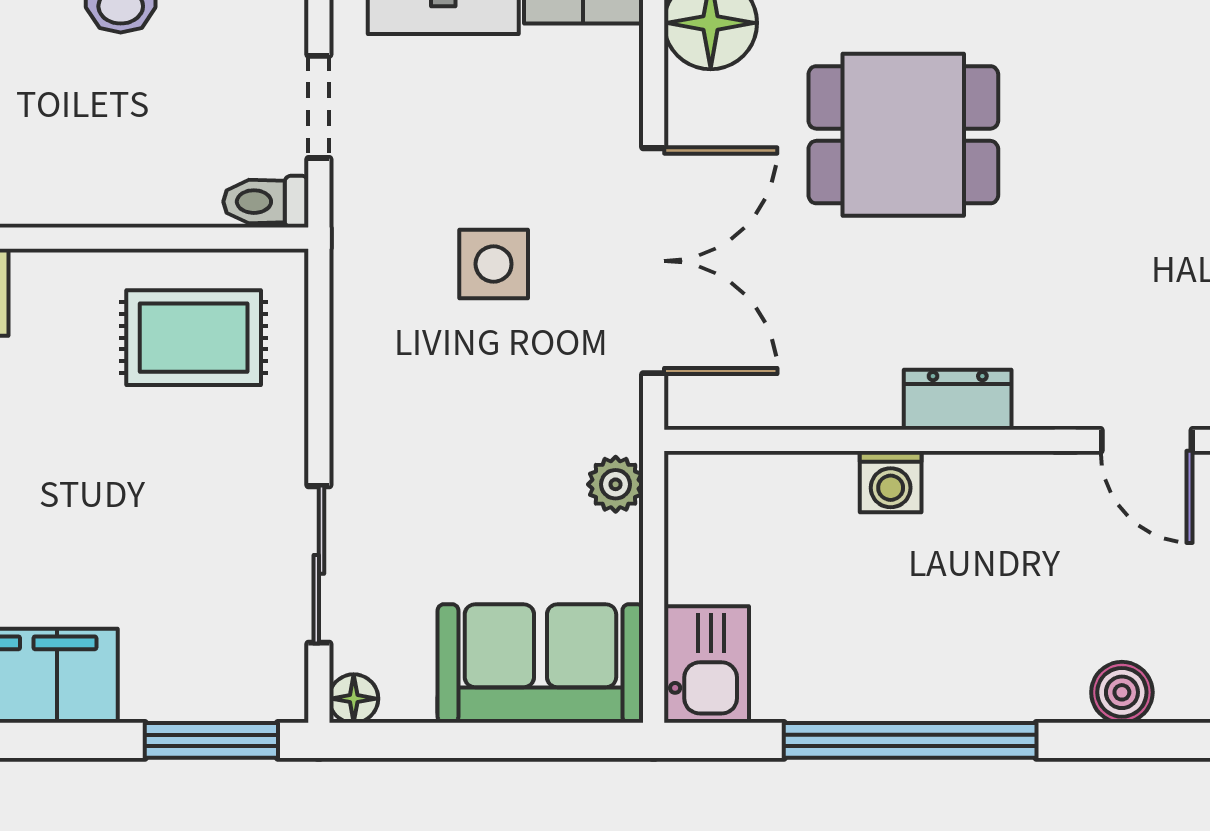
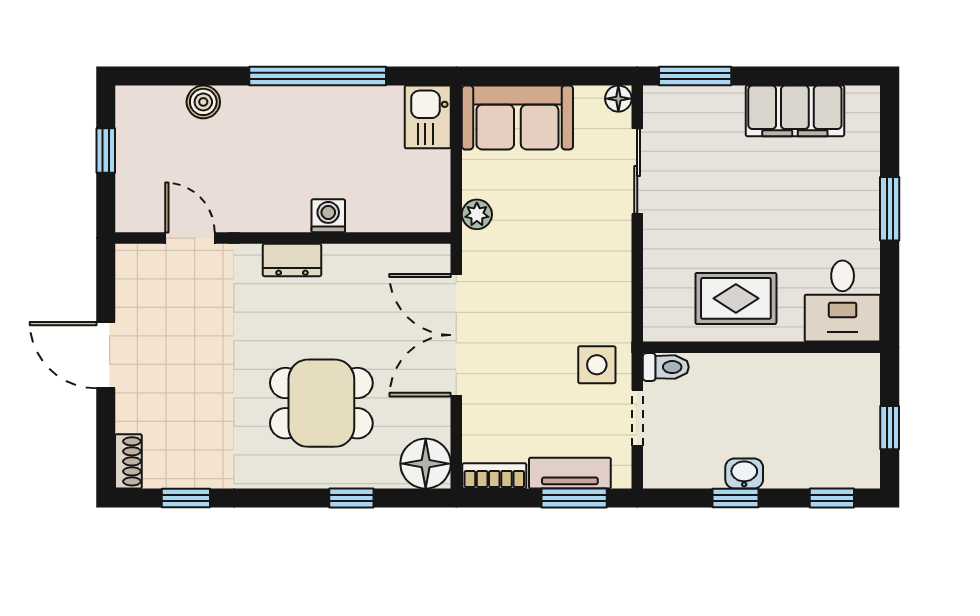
side table: (494, 264) -> (597, 365), moved
rug: (194, 338) -> (736, 298), moved

